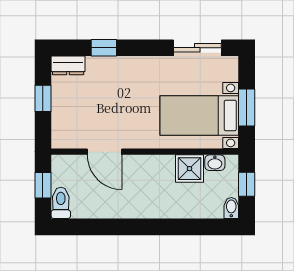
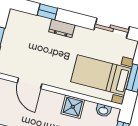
dresser: (68, 65) -> (62, 28), moved
shower: (189, 169) -> (73, 107), moved

